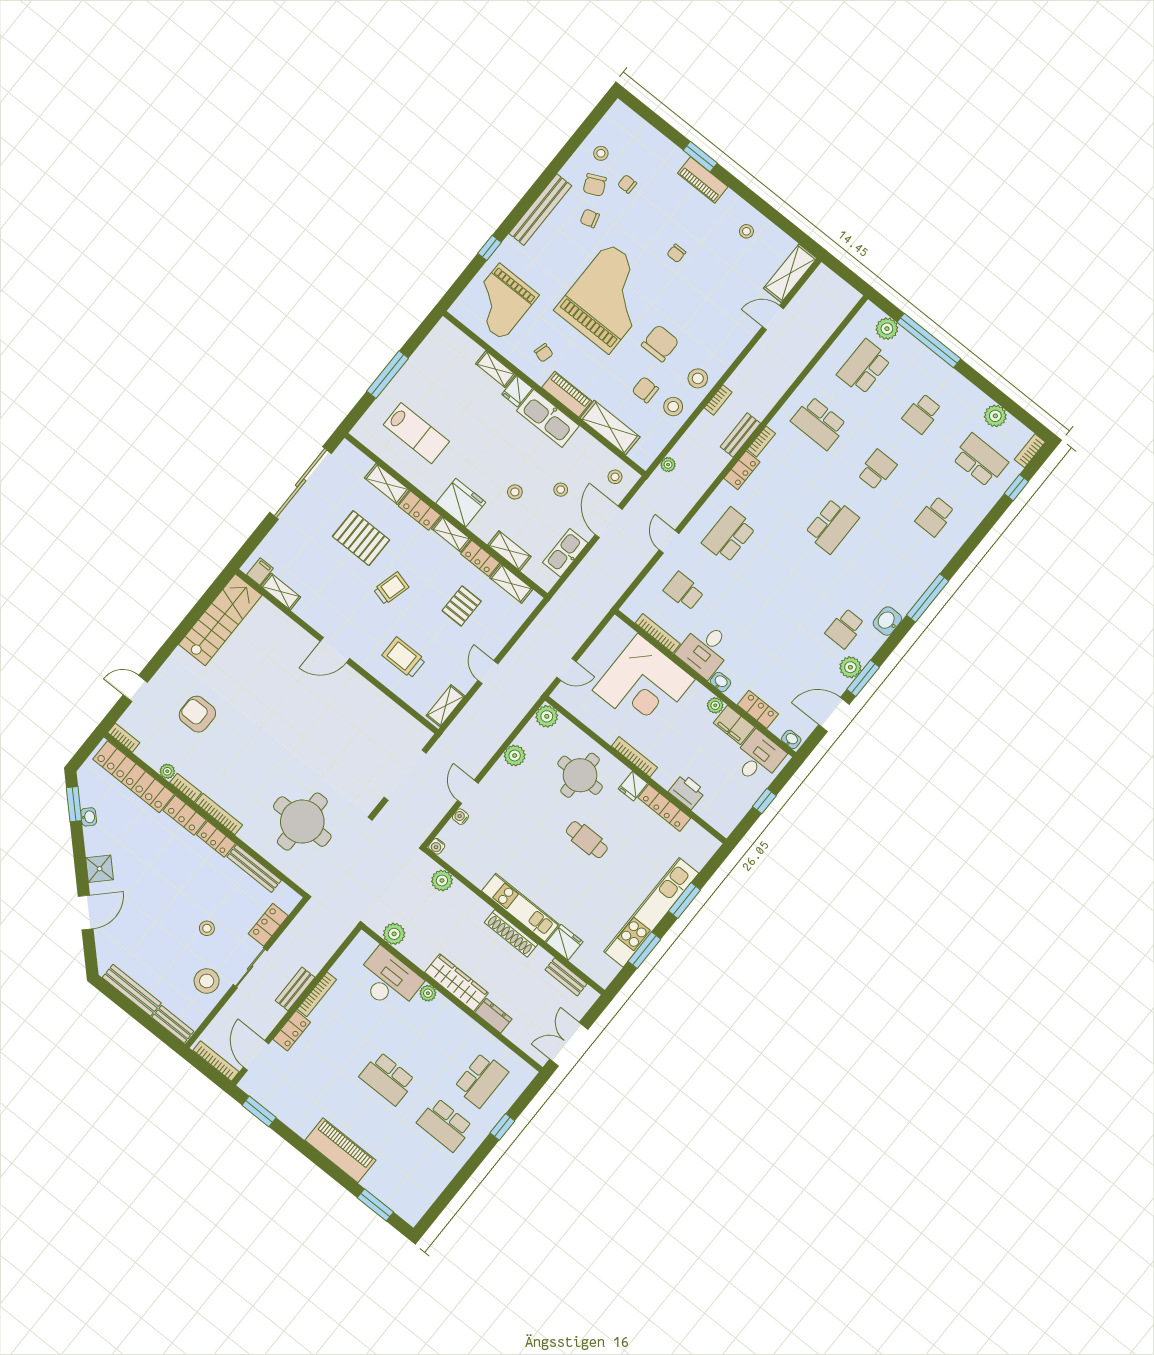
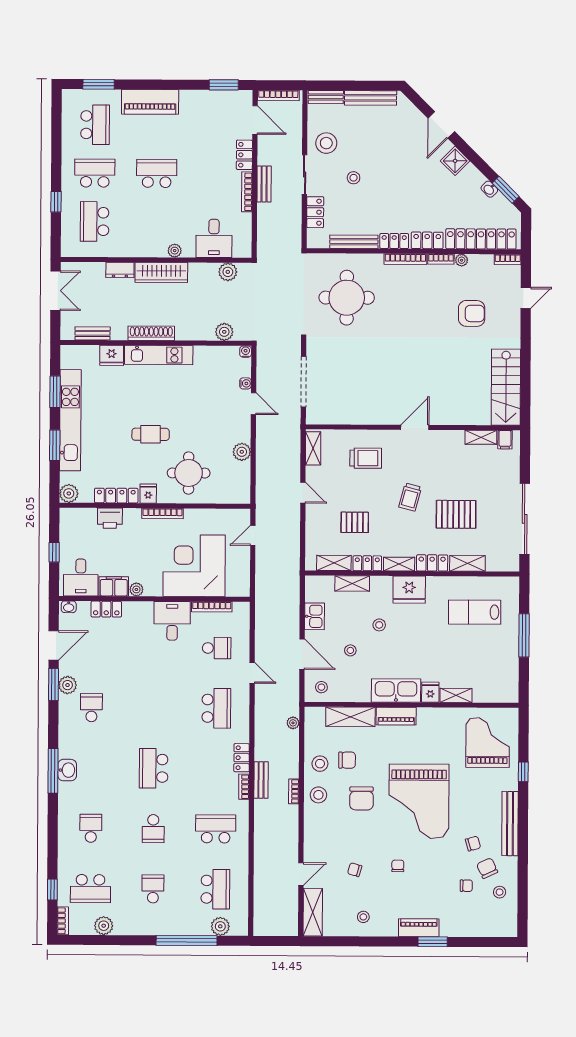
chair: (544, 353) -> (355, 870), moved
kitchen sink: (565, 553) -> (314, 616), width x0.73
pallet: (462, 606) -> (355, 522), turned 90
washbasin: (887, 621) -> (67, 770), moved
washbasin: (720, 682) -> (145, 608), removed
plant: (547, 716) -> (69, 493), moved
desk: (388, 980) -> (214, 238), width x0.73
school desk: (409, 1170) -> (95, 125), added

